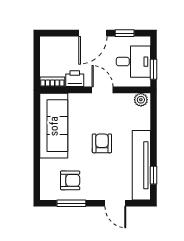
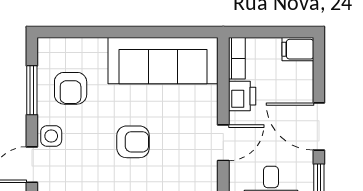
filing cabinet: (47, 46) -> (298, 49), added
side table: (98, 192) -> (51, 136), added

